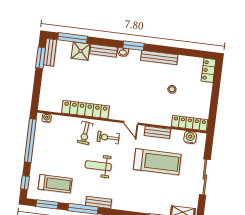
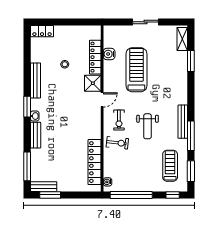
shower: (81, 51) -> (93, 83), moved
locker: (85, 109) -> (95, 162), moved
locker: (190, 123) -> (95, 57), moved
bench: (157, 132) -> (108, 73), removed
water cooler: (190, 137) -> (109, 54), moved
sliding door: (205, 177) -> (146, 22), width x0.73
bench: (98, 202) -> (183, 122), width x1.36

